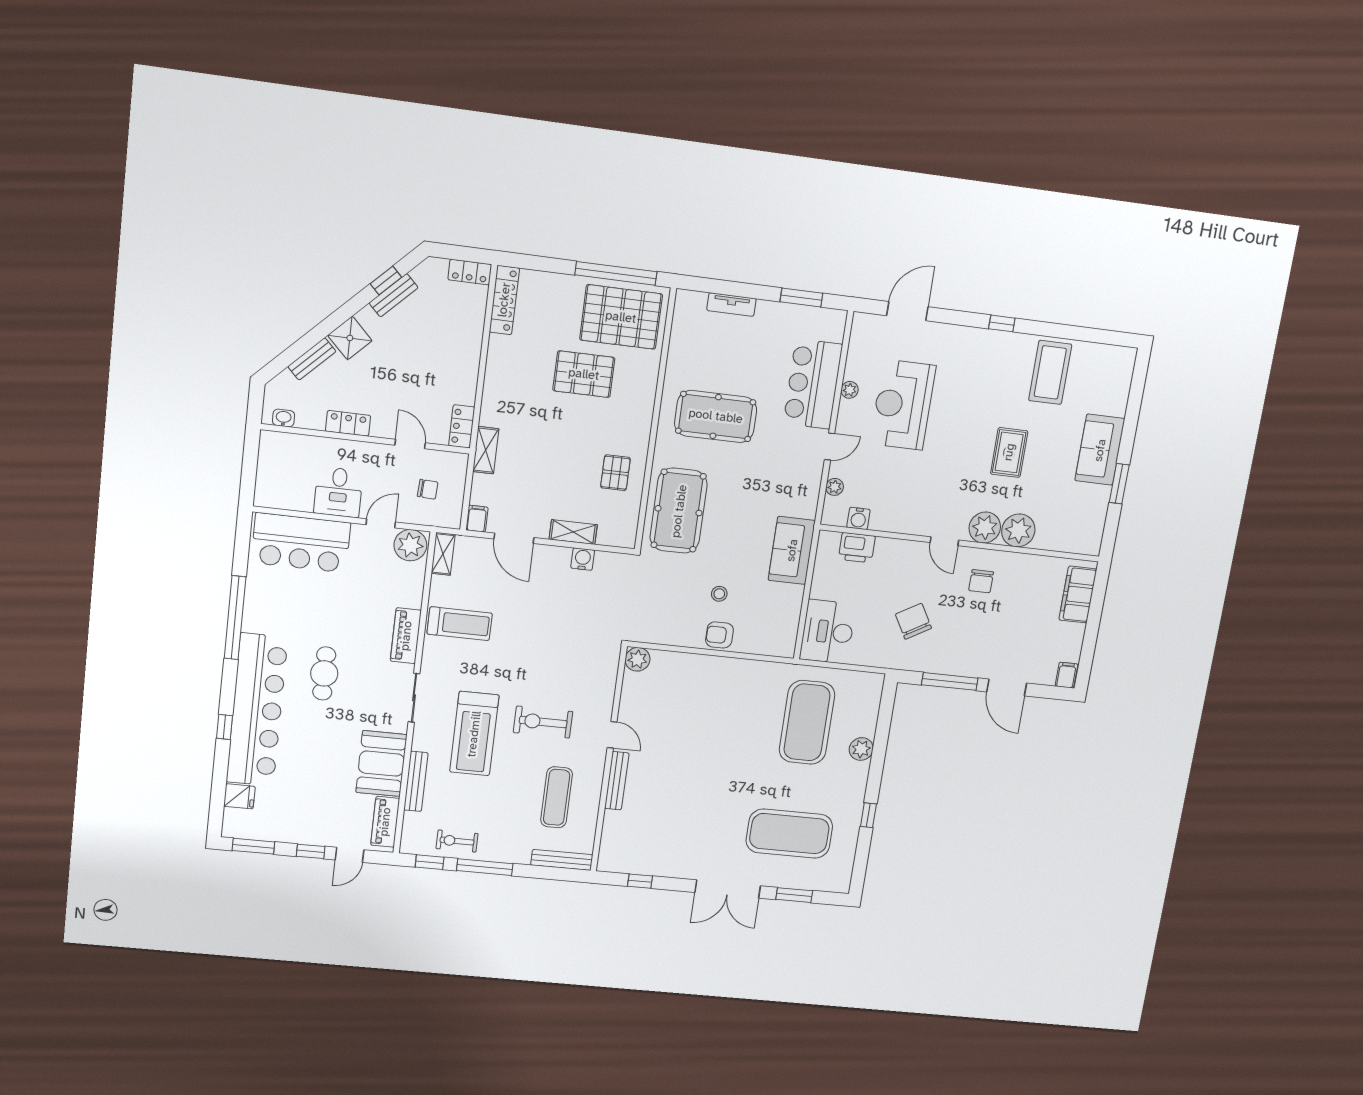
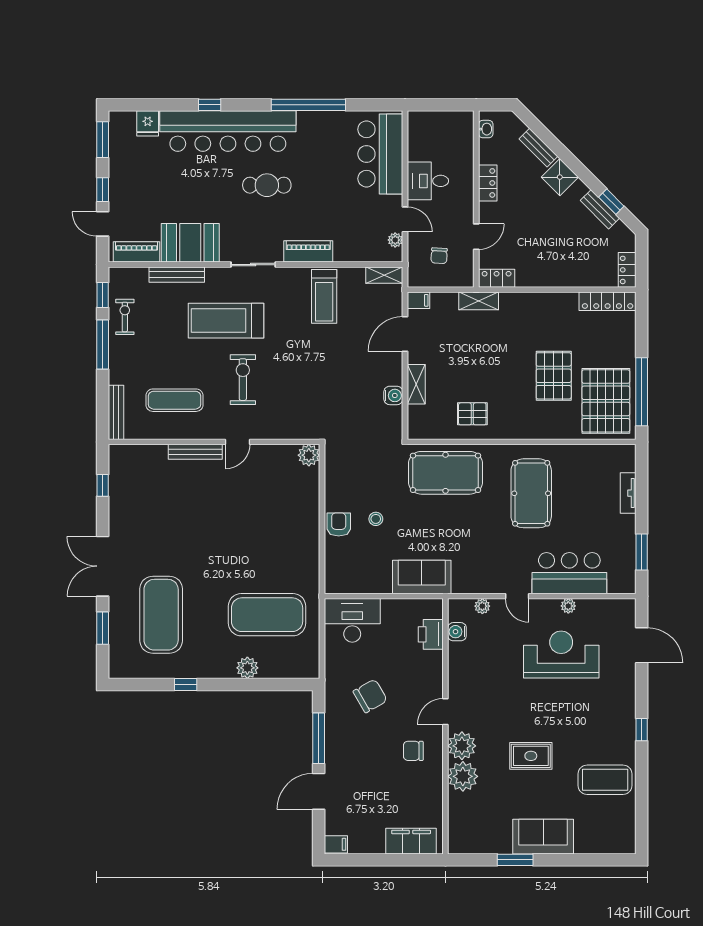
plant: (410, 545) -> (395, 240), width x0.53, depth x0.53

